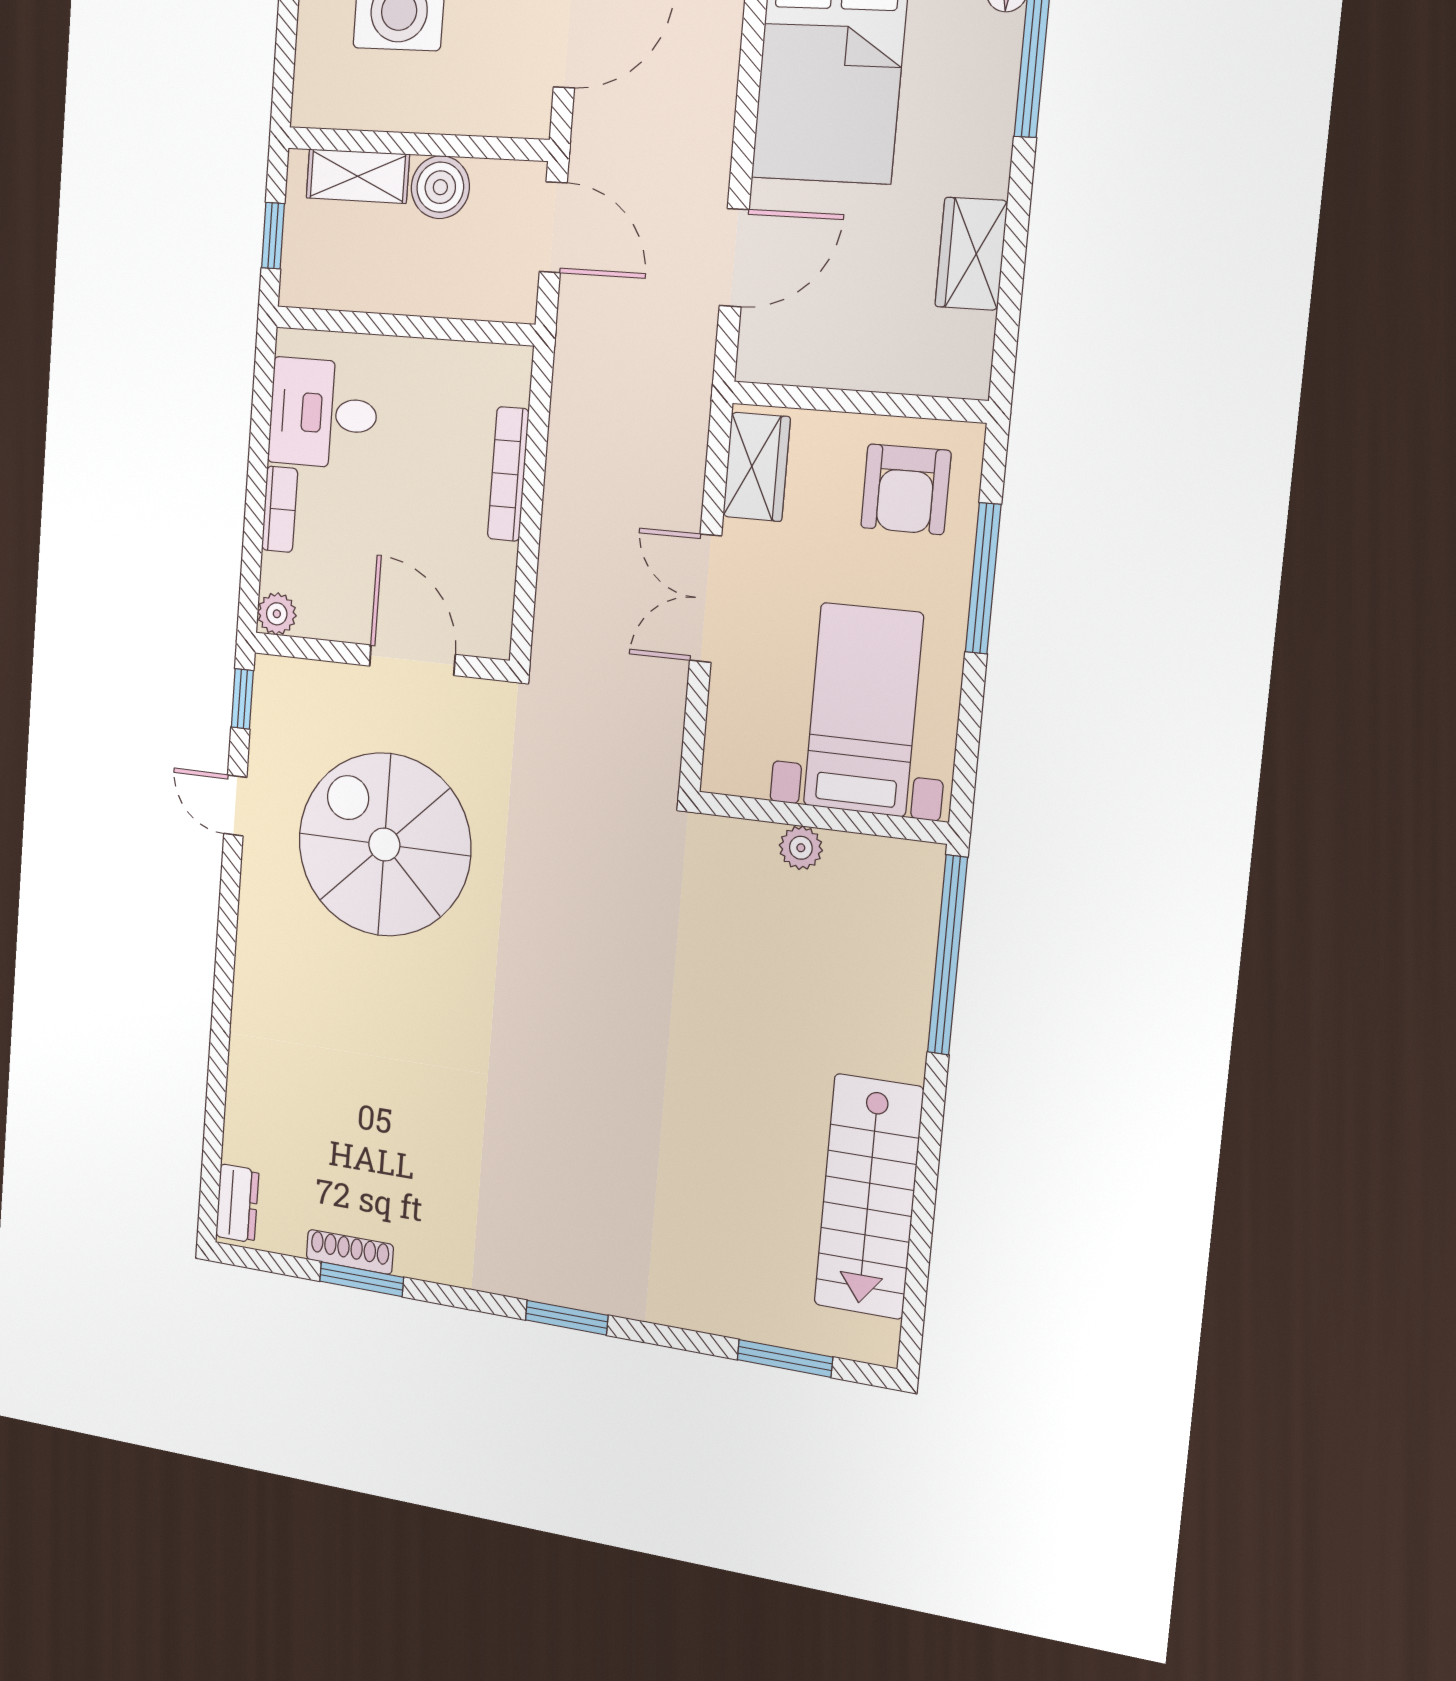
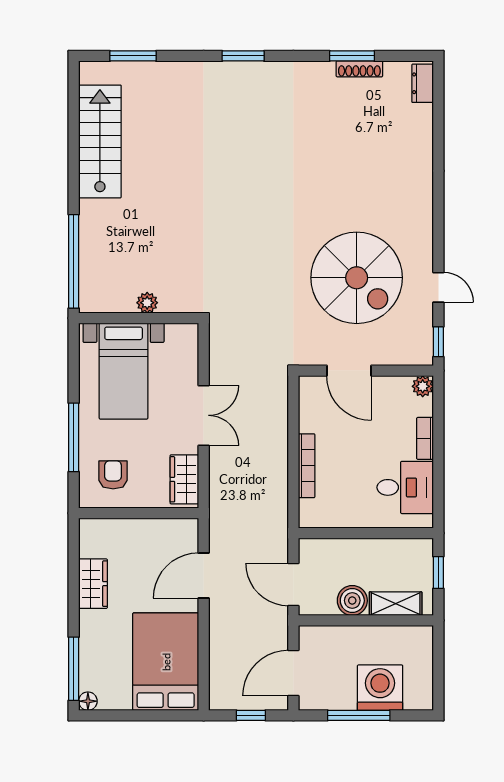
armchair: (906, 489) -> (113, 475), width x0.72, depth x0.72

